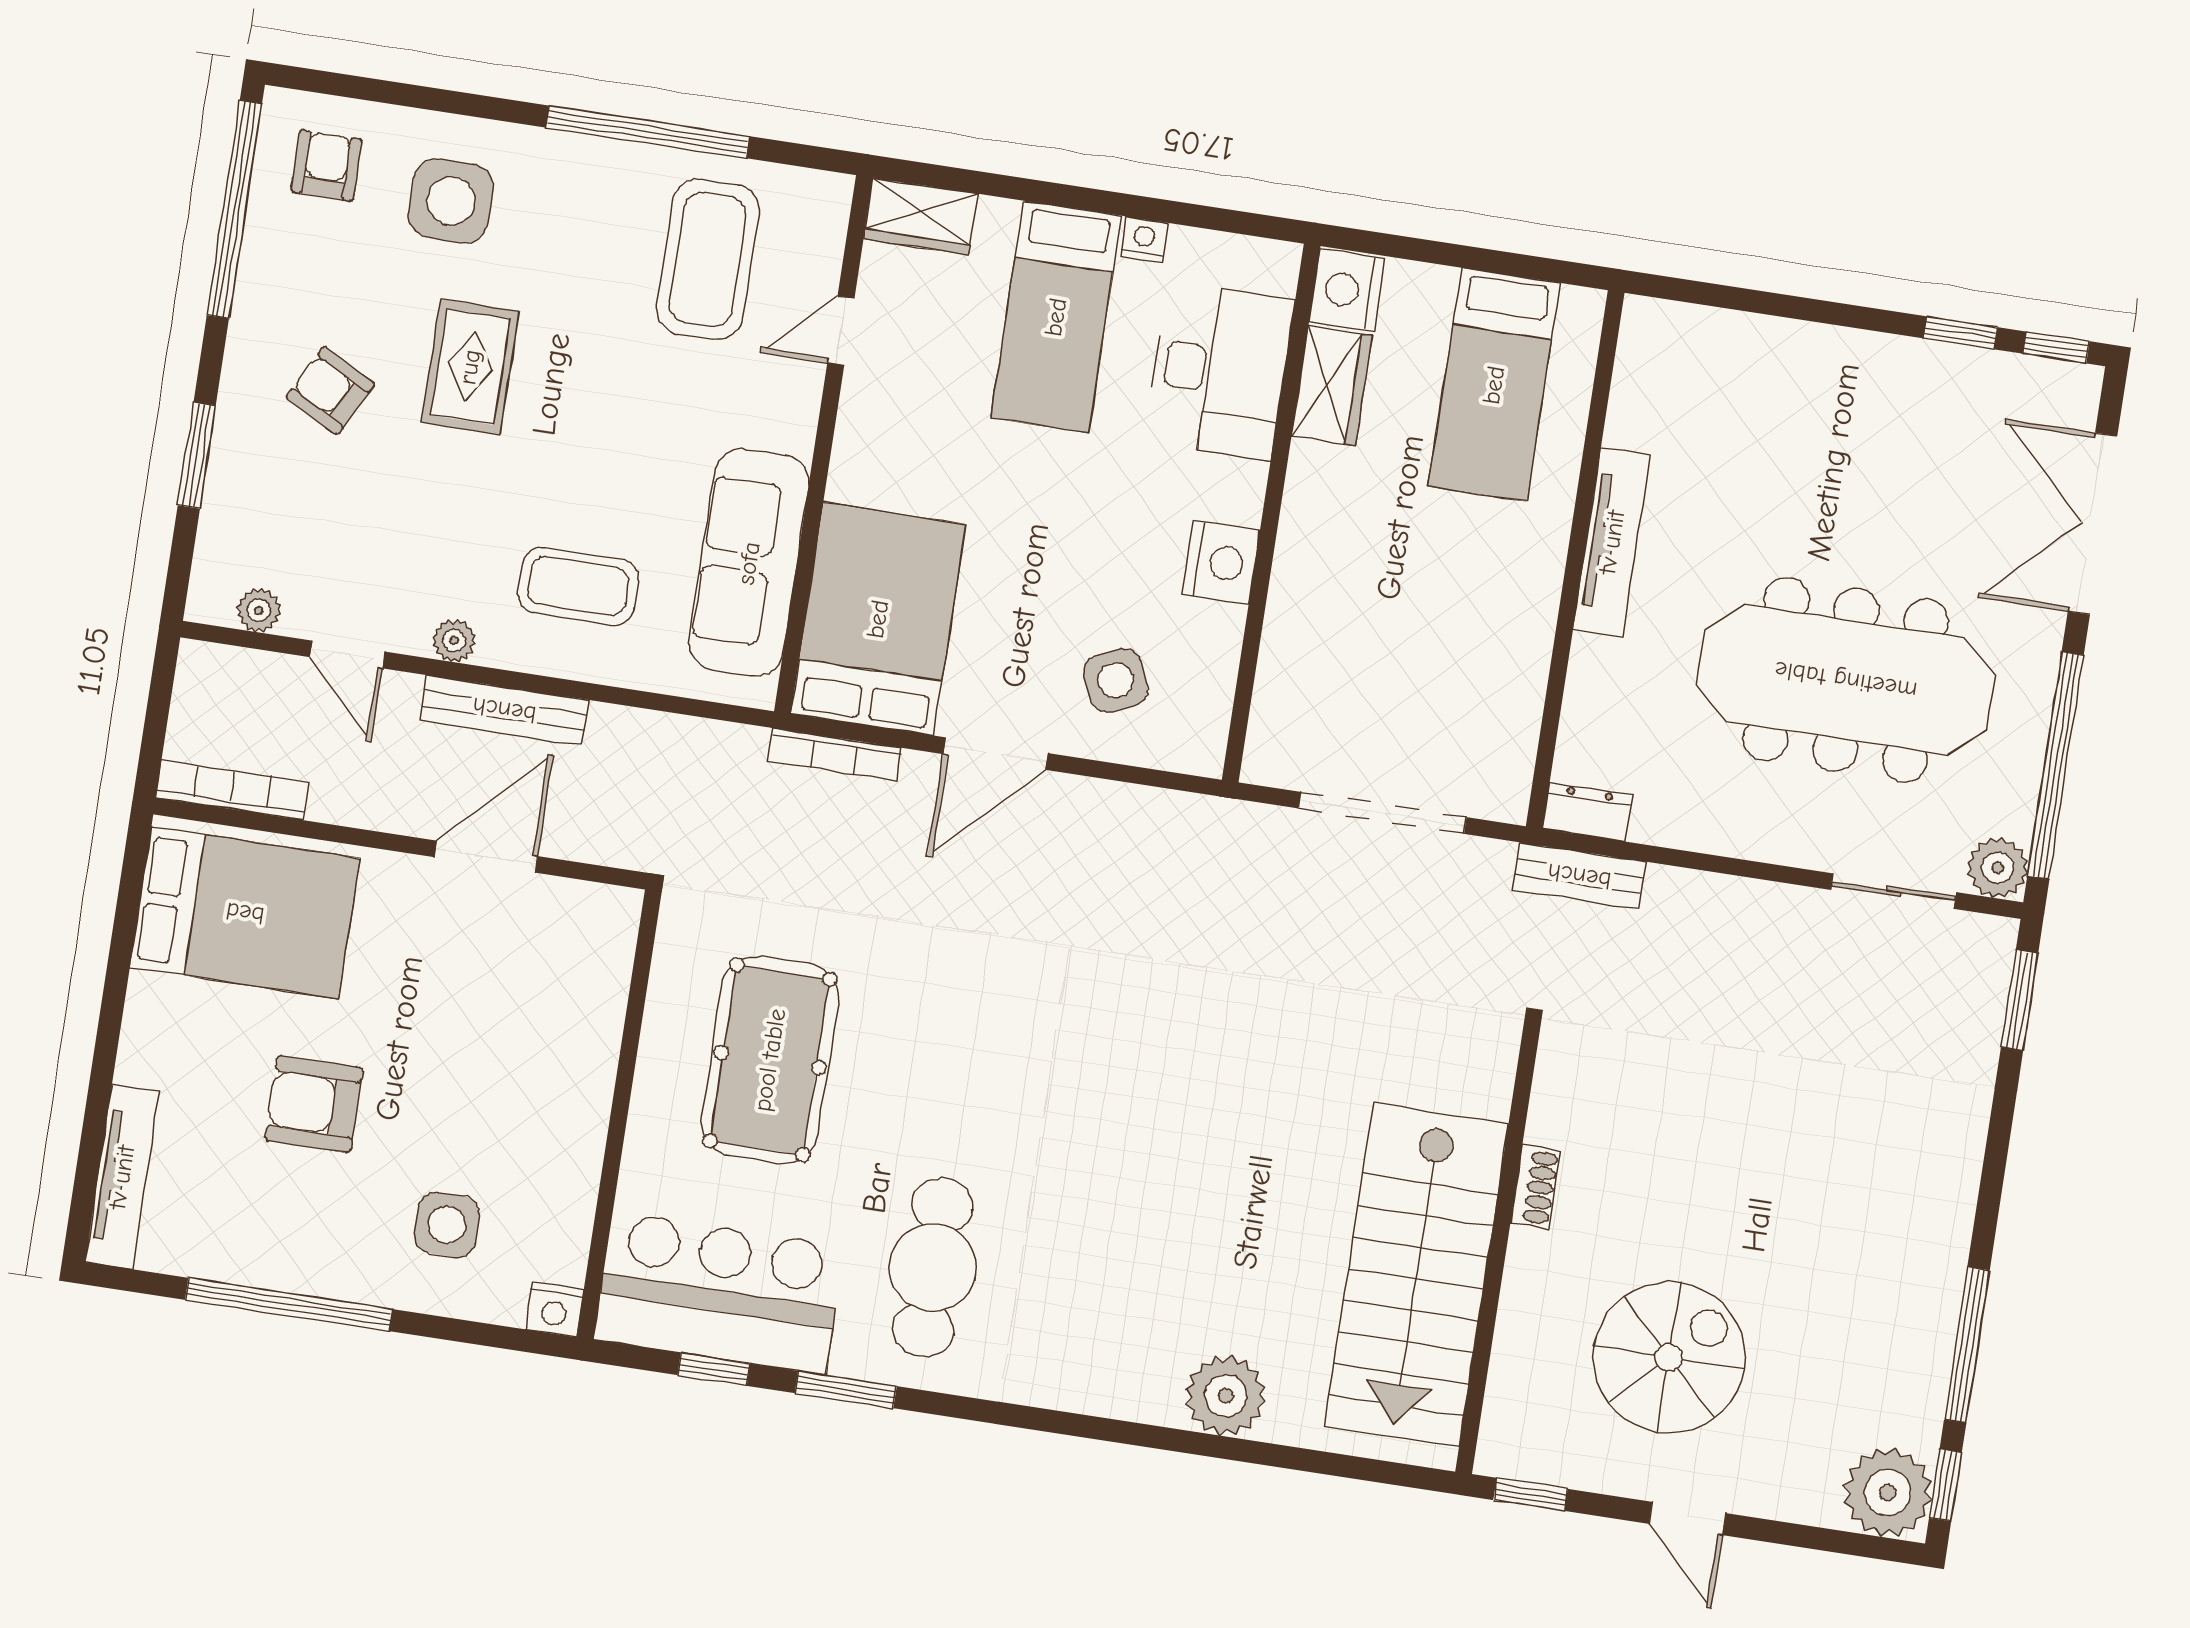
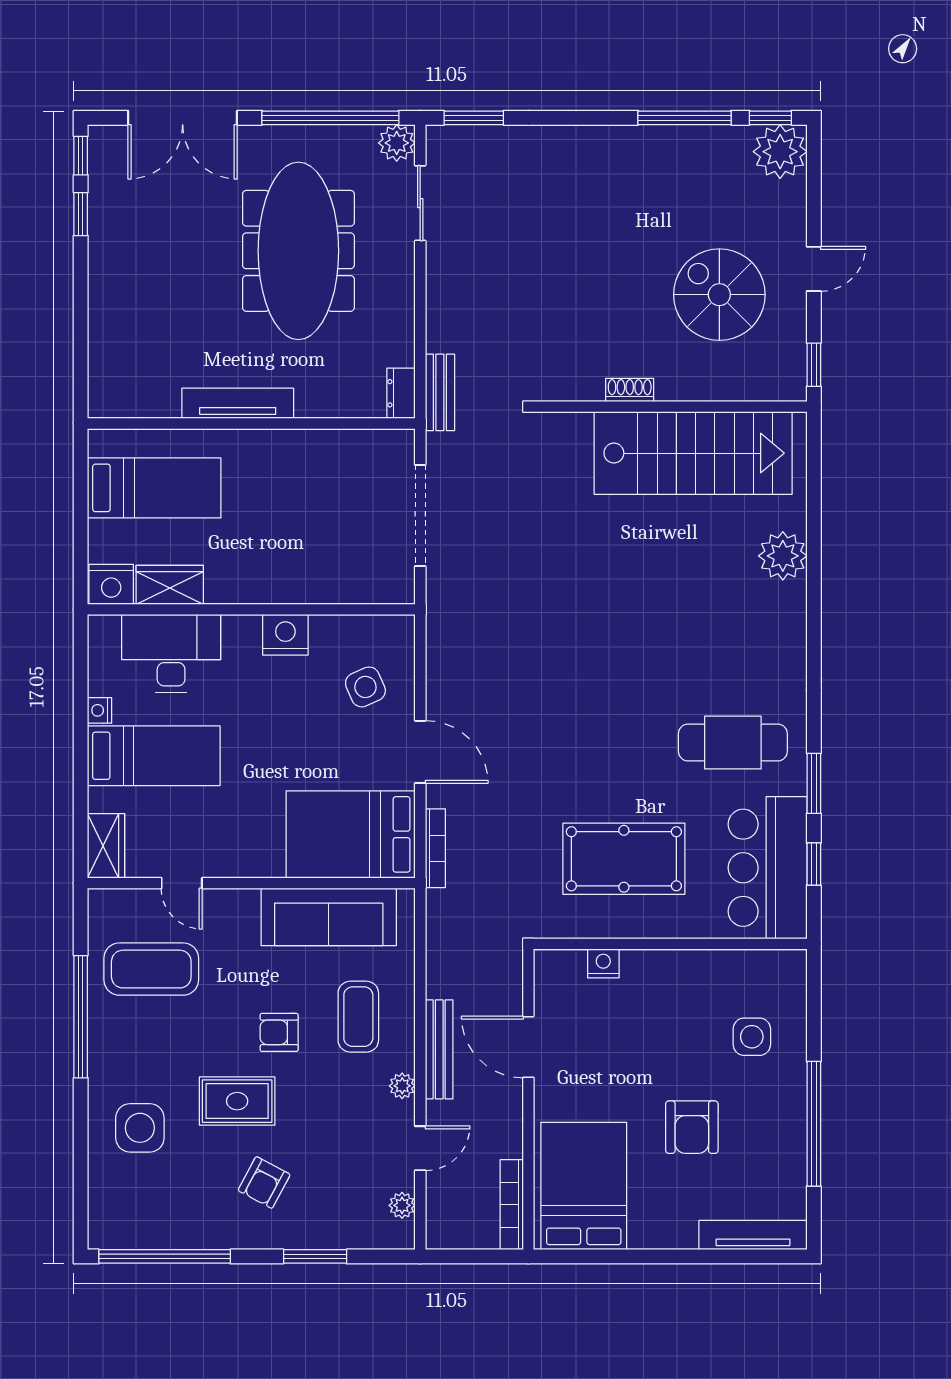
armchair: (327, 166) -> (279, 1032), moved
nightstand: (554, 1310) -> (603, 963), moved, turned -90

